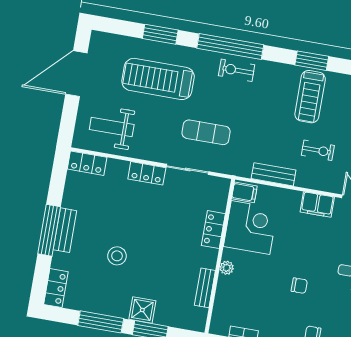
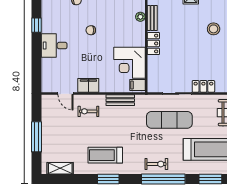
treadmill: (310, 97) -> (105, 155), turned -90
exercise mat: (206, 132) -> (169, 120), width x1.36, depth x1.45
exercise bike: (318, 150) -> (88, 111), moved
locker: (213, 230) -> (153, 43), moved
plant: (227, 268) -> (140, 17), moved

